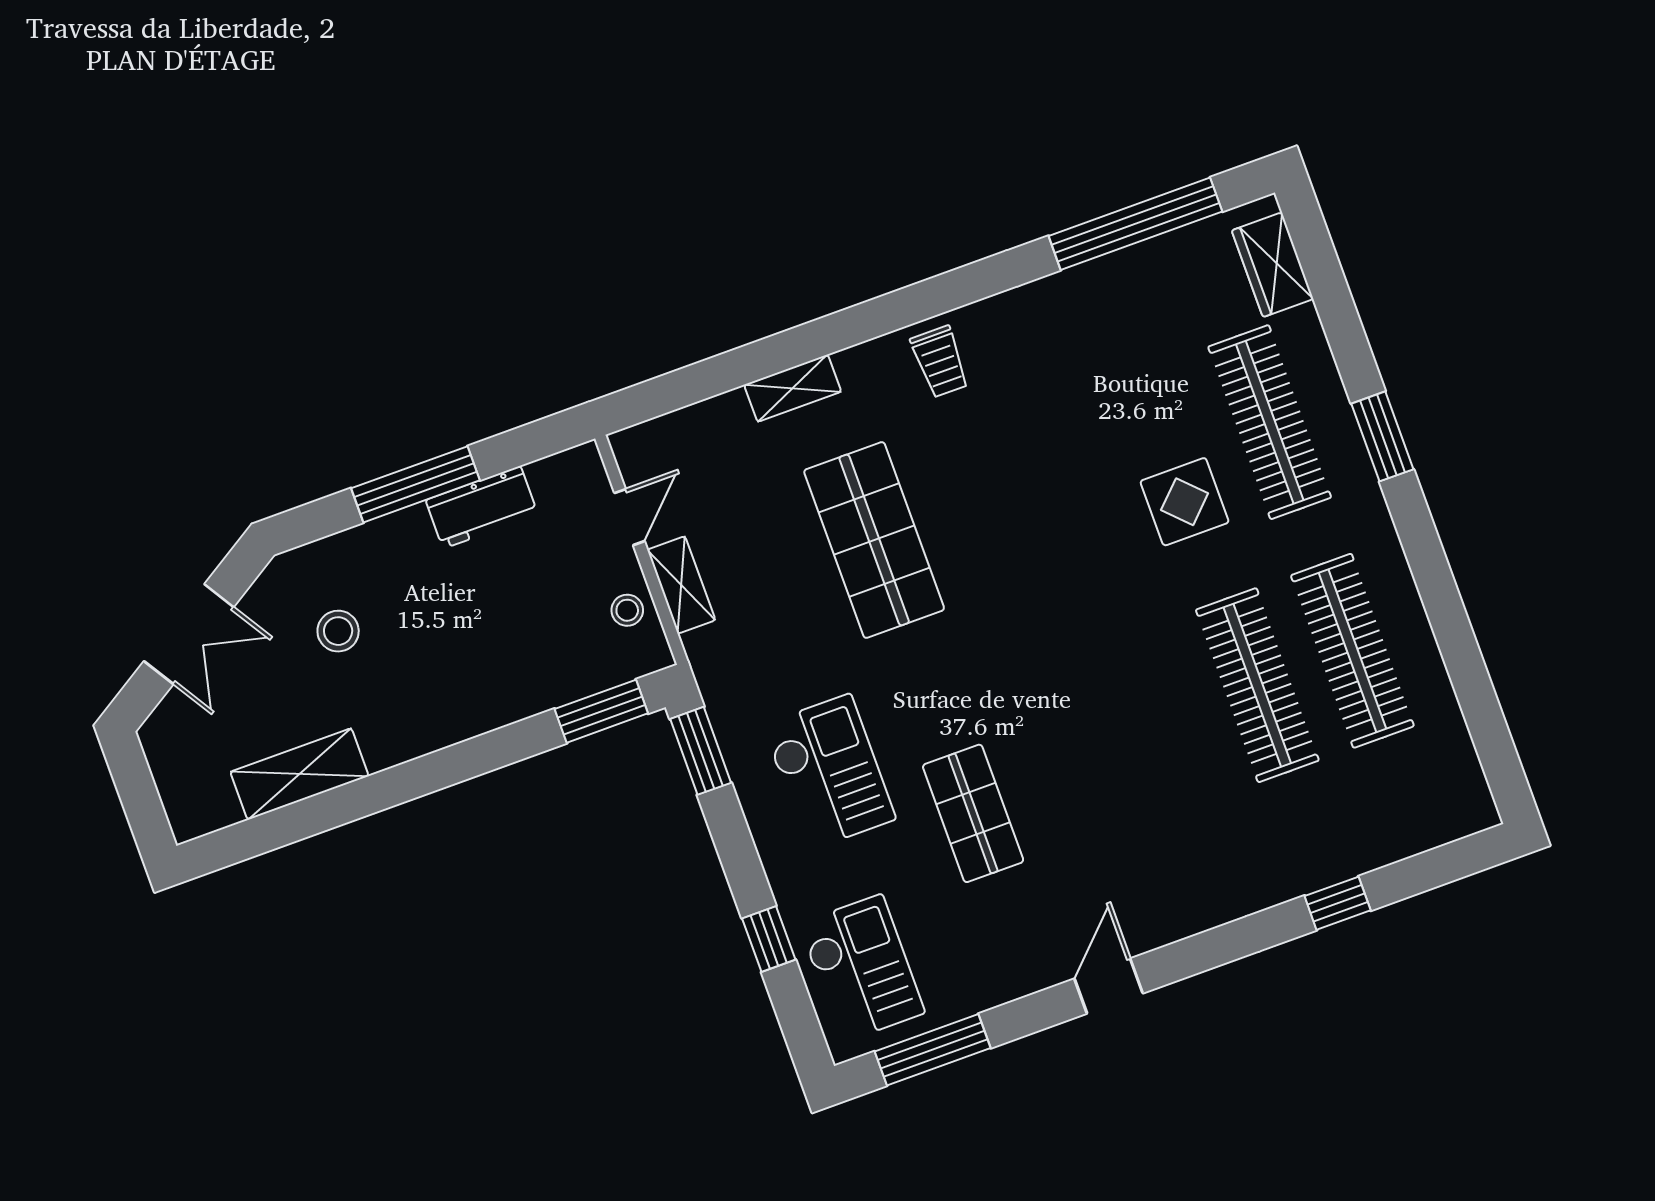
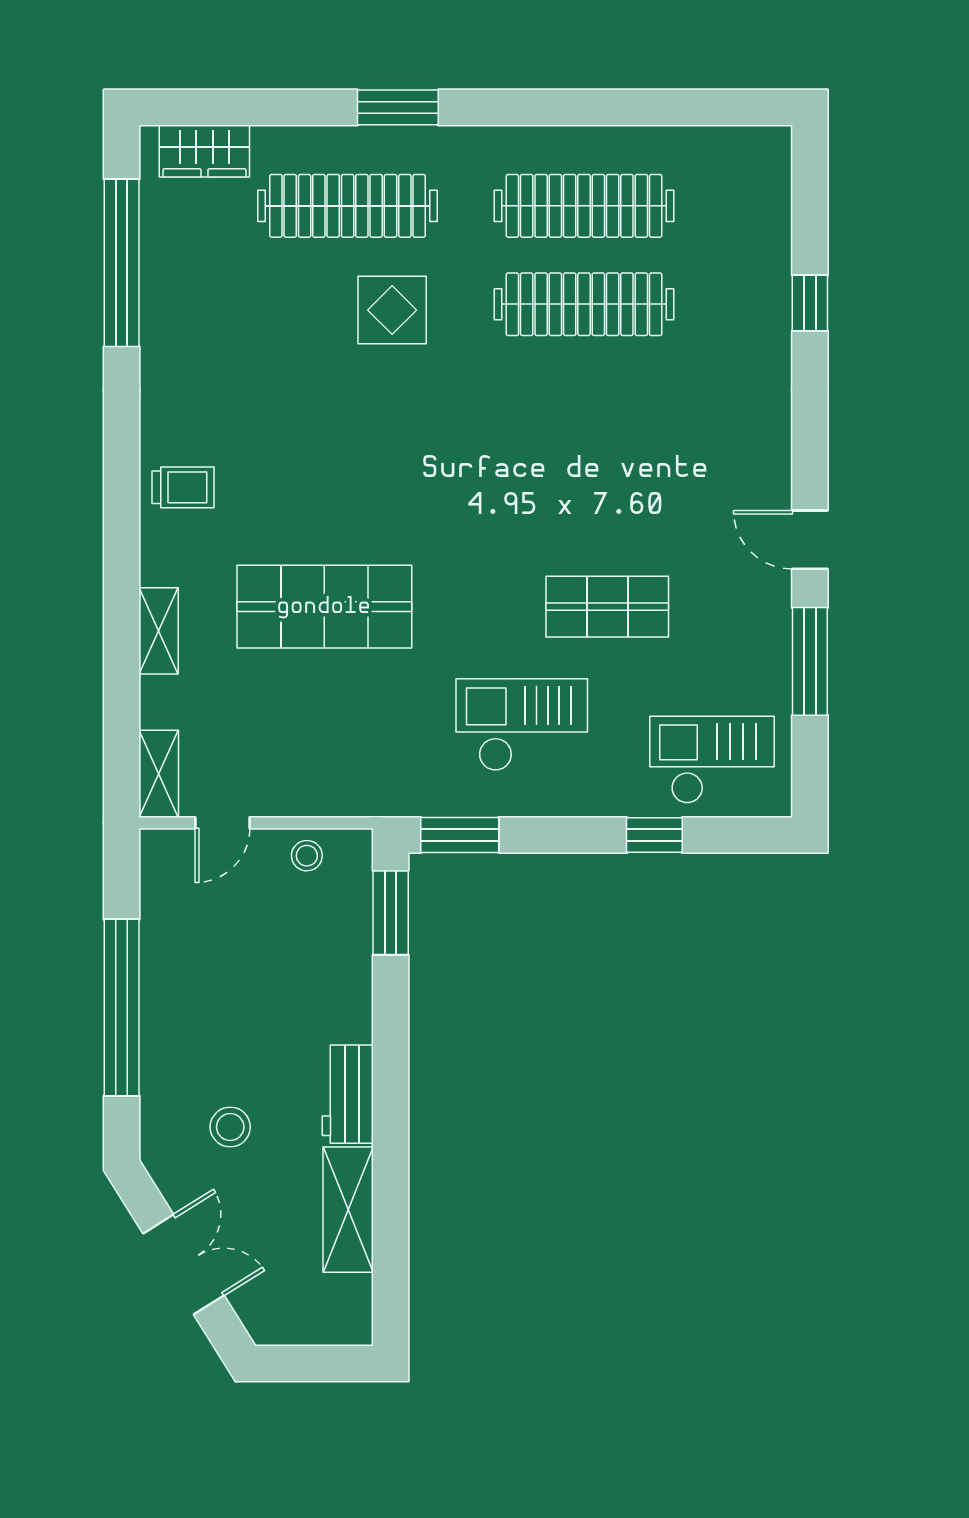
window: (416, 484) -> (122, 1008), width x1.46
workbench: (482, 507) -> (348, 1094), moved, turned 180
door: (629, 517) -> (222, 823), swing flipped
shelving: (681, 585) -> (159, 774), moved, turned 90
window: (933, 1050) -> (810, 661), moved

